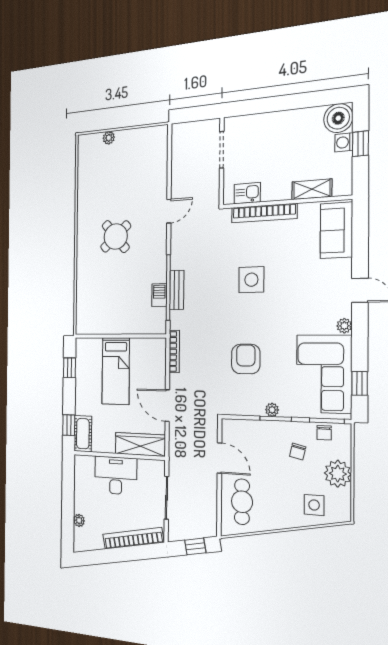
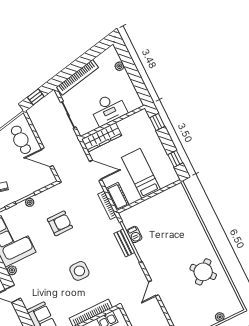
round table: (116, 236) -> (203, 272), moved
armchair: (246, 359) -> (60, 223), turned -90
cot: (83, 434) -> (117, 197), moved

